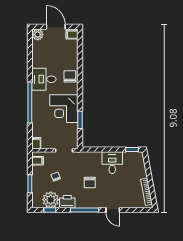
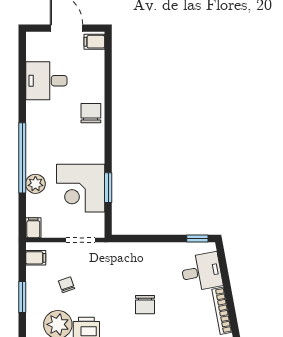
plant: (38, 35) -> (35, 184), moved
desk: (44, 79) -> (46, 81), moved
corner desk: (64, 109) -> (81, 188), moved
desk: (112, 163) -> (202, 272), moved, turned 79
chair: (90, 183) -> (145, 305), moved

